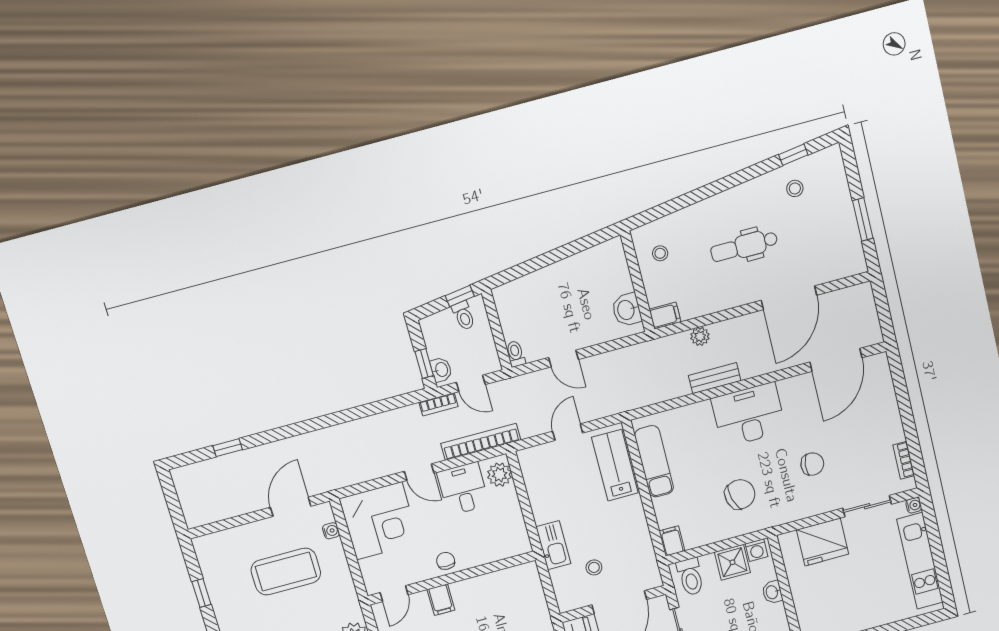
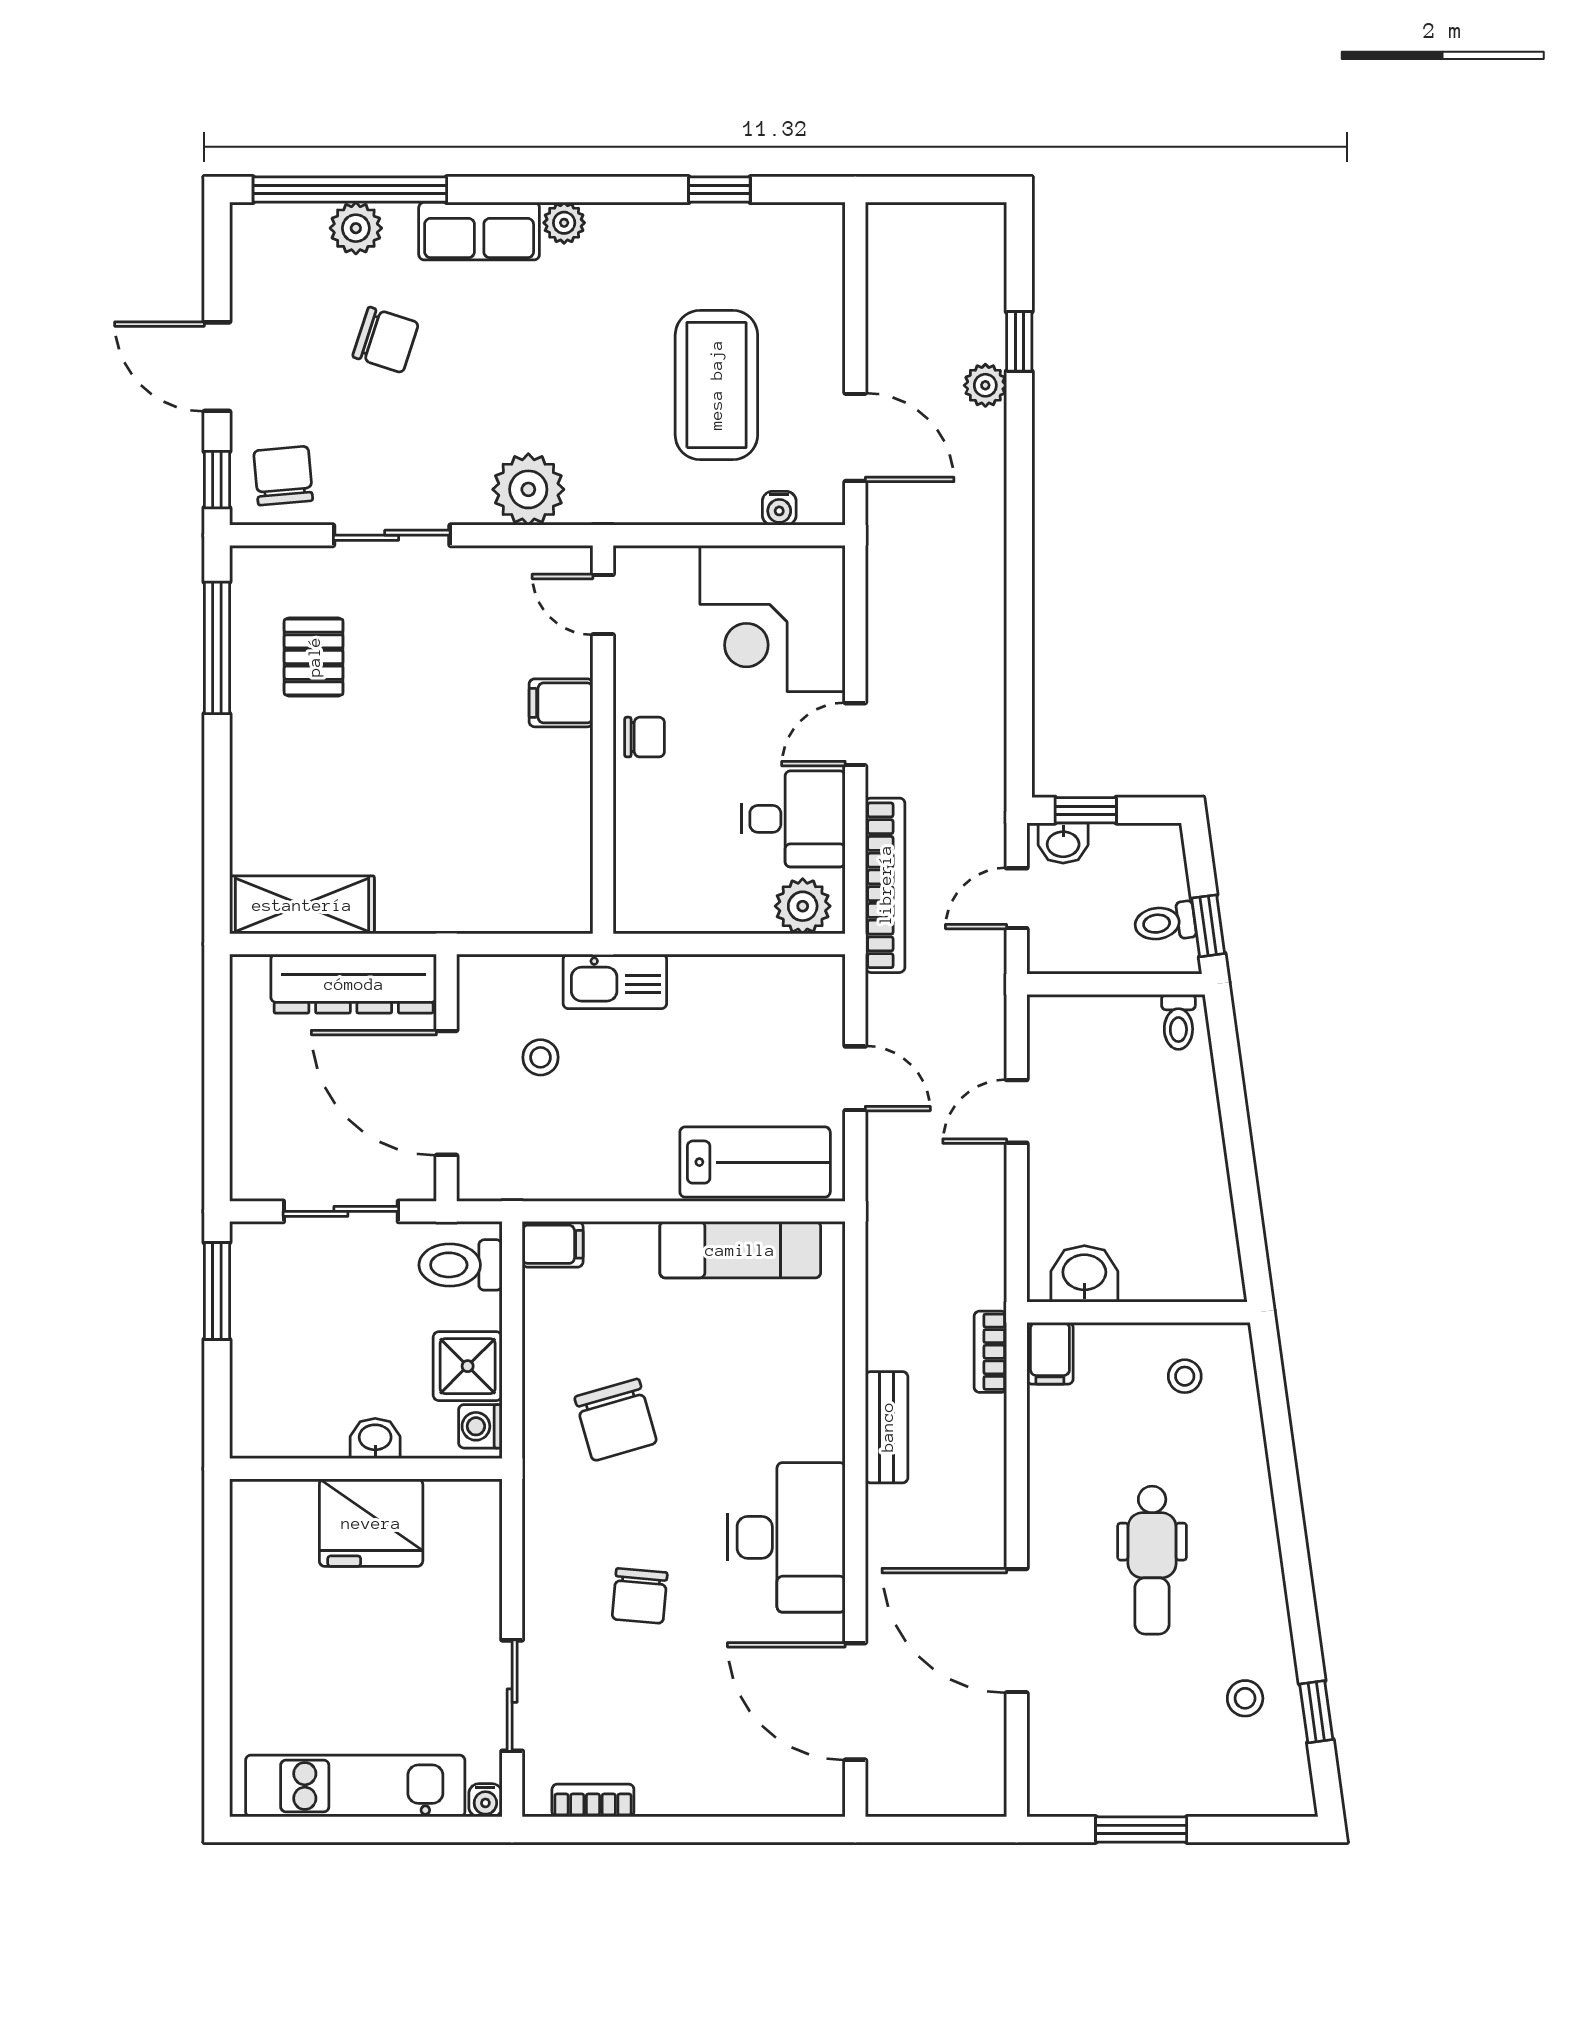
dental chair: (744, 246) -> (1152, 1560), turned 180
plant: (700, 336) -> (985, 385), moved
toilet: (516, 354) -> (1178, 1022), moved, turned 90
bookcase: (438, 404) -> (990, 1352), moved
desk: (749, 415) -> (786, 1537), moved
fridge: (823, 542) -> (371, 1523), moved, turned -90

